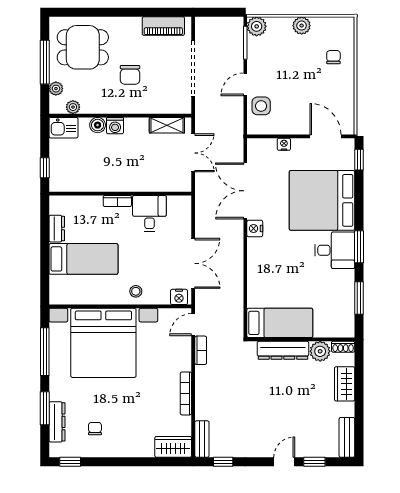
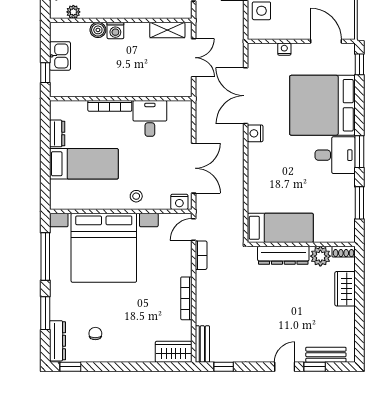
kitchen sink: (63, 128) -> (60, 56), moved, turned -90
bookcase: (117, 201) -> (110, 106), width x1.56
dresser: (57, 422) -> (57, 341), moved
bench: (347, 437) -> (326, 355), moved, turned 90

